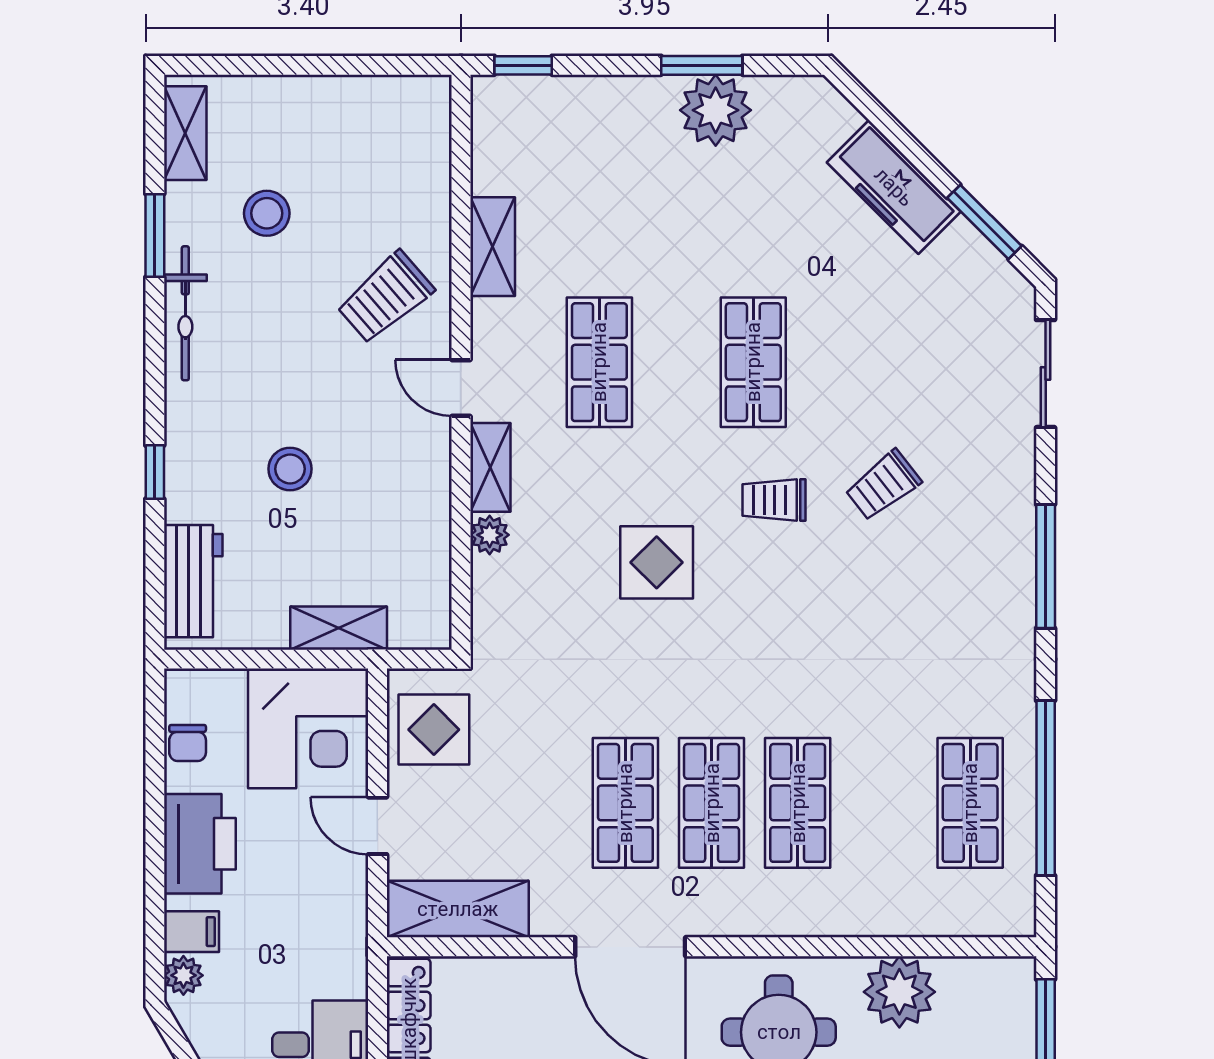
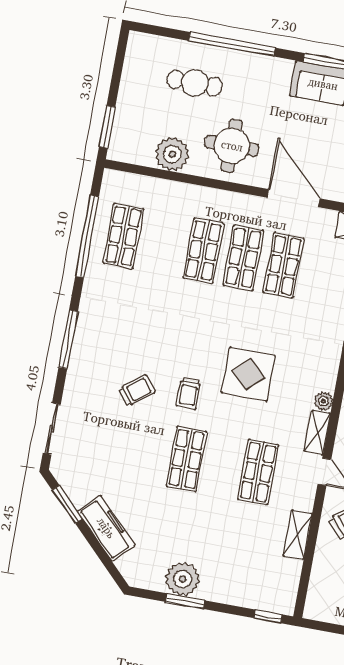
trolley: (774, 500) -> (189, 393), turned 90
display table: (657, 562) -> (248, 374), width x1.36, depth x1.36

